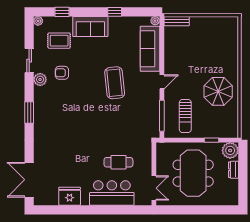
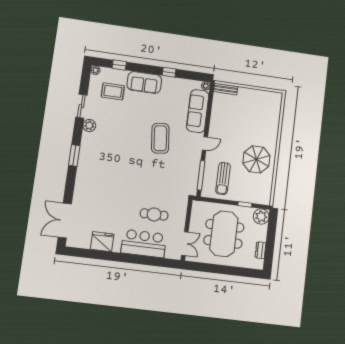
armchair: (62, 73) -> (111, 122), removed
dresser: (233, 170) -> (260, 250), moved

